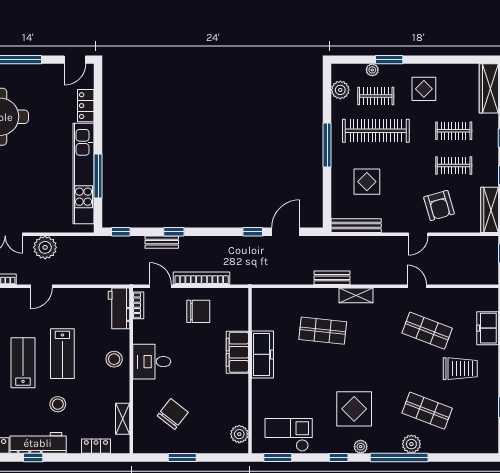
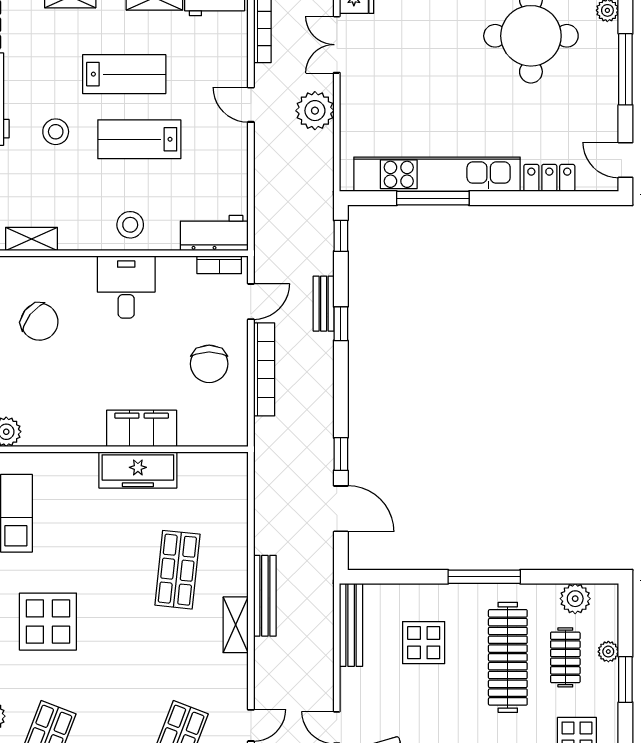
bench: (332, 278) -> (265, 596), width x1.36

